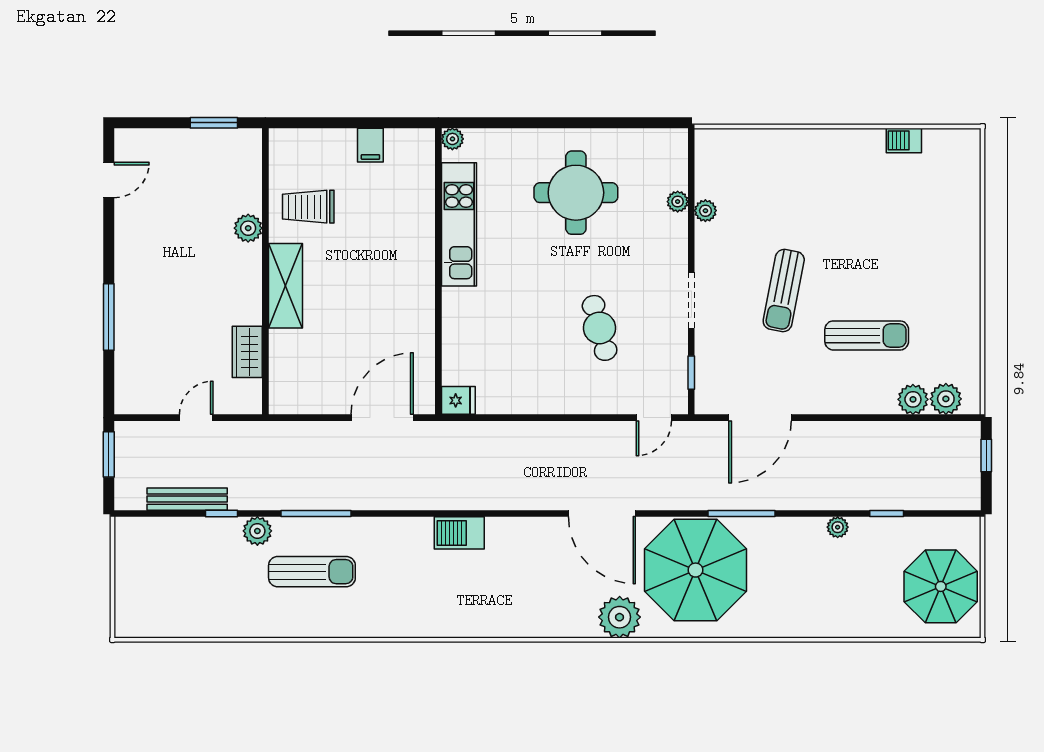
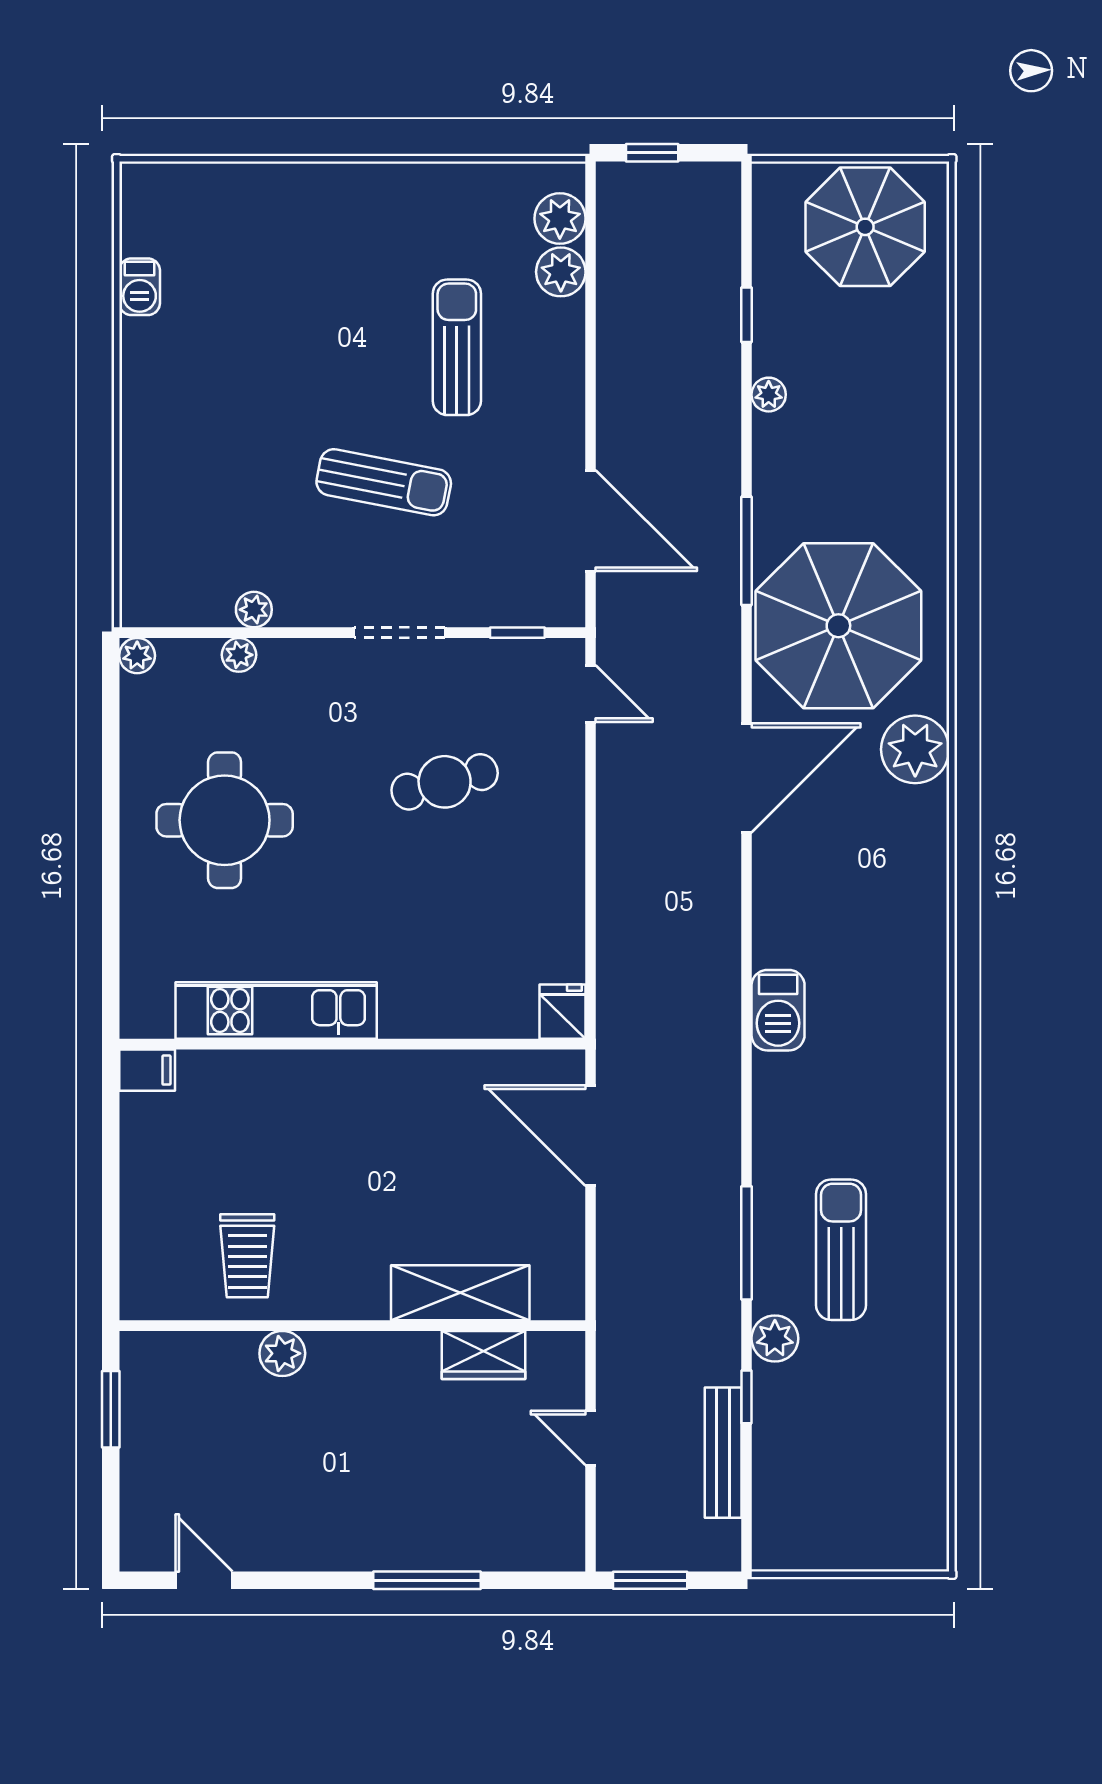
plant: (452, 139) -> (137, 656), moved
filing cabinet: (370, 145) -> (147, 1070), moved
shelving: (285, 286) -> (460, 1293), moved

